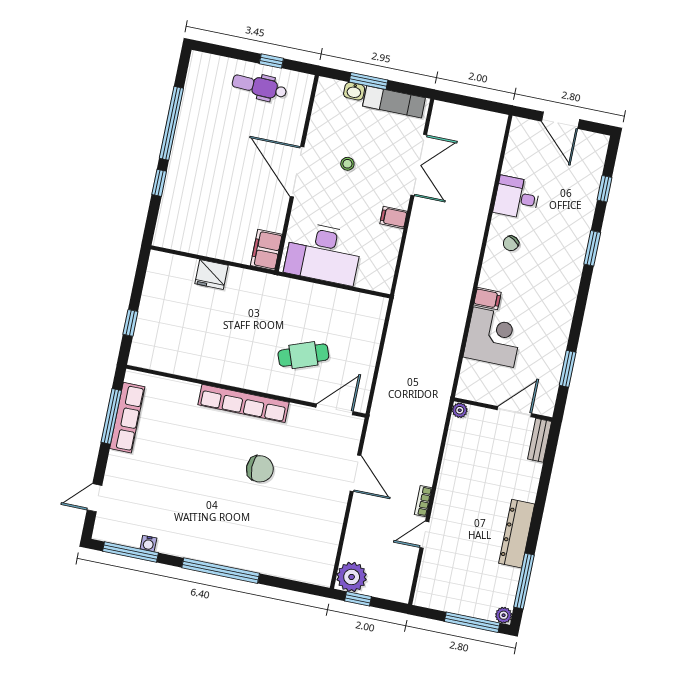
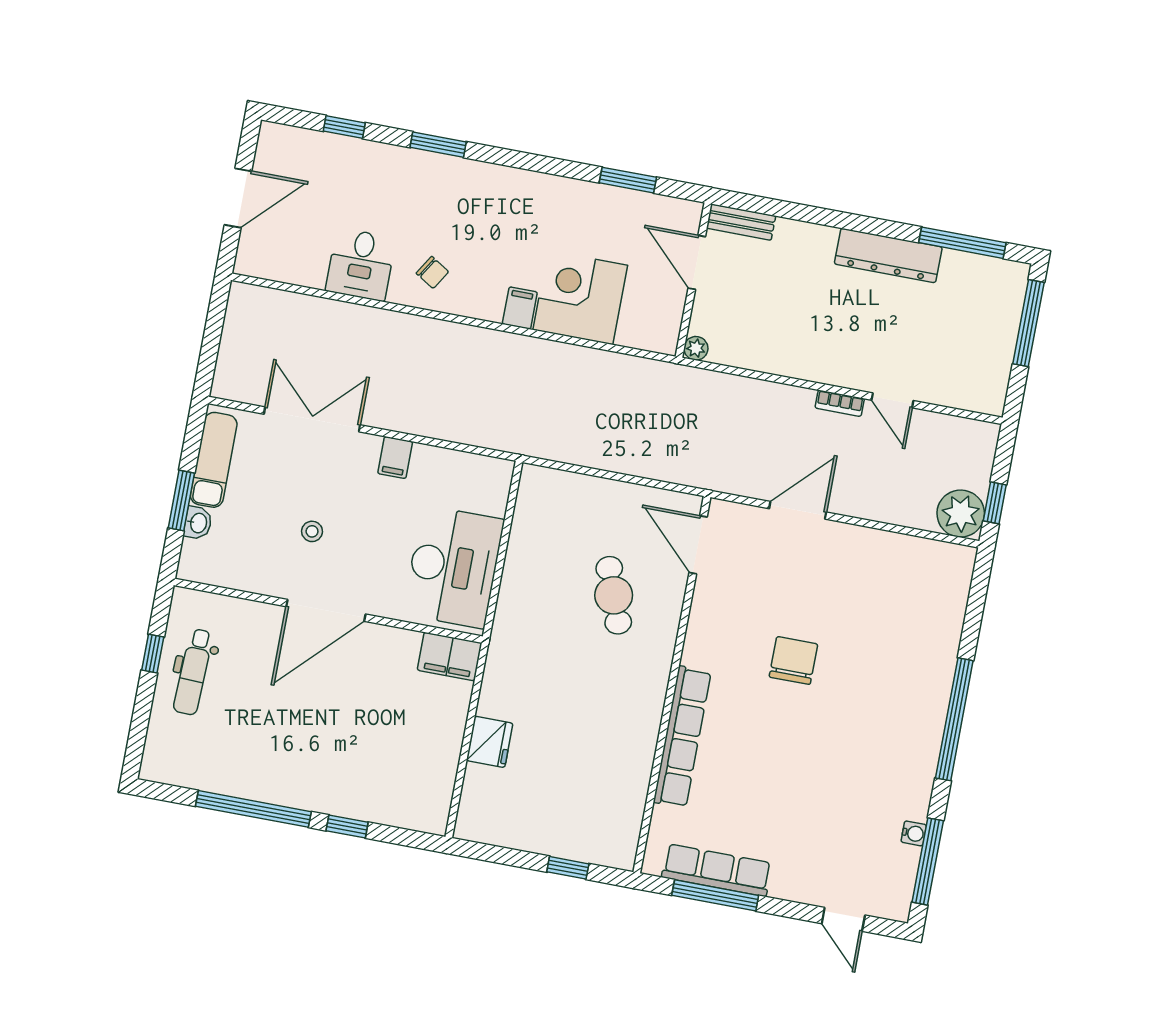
row of seats: (243, 403) -> (682, 737), moved
plant: (504, 615) -> (1017, 274), removed

